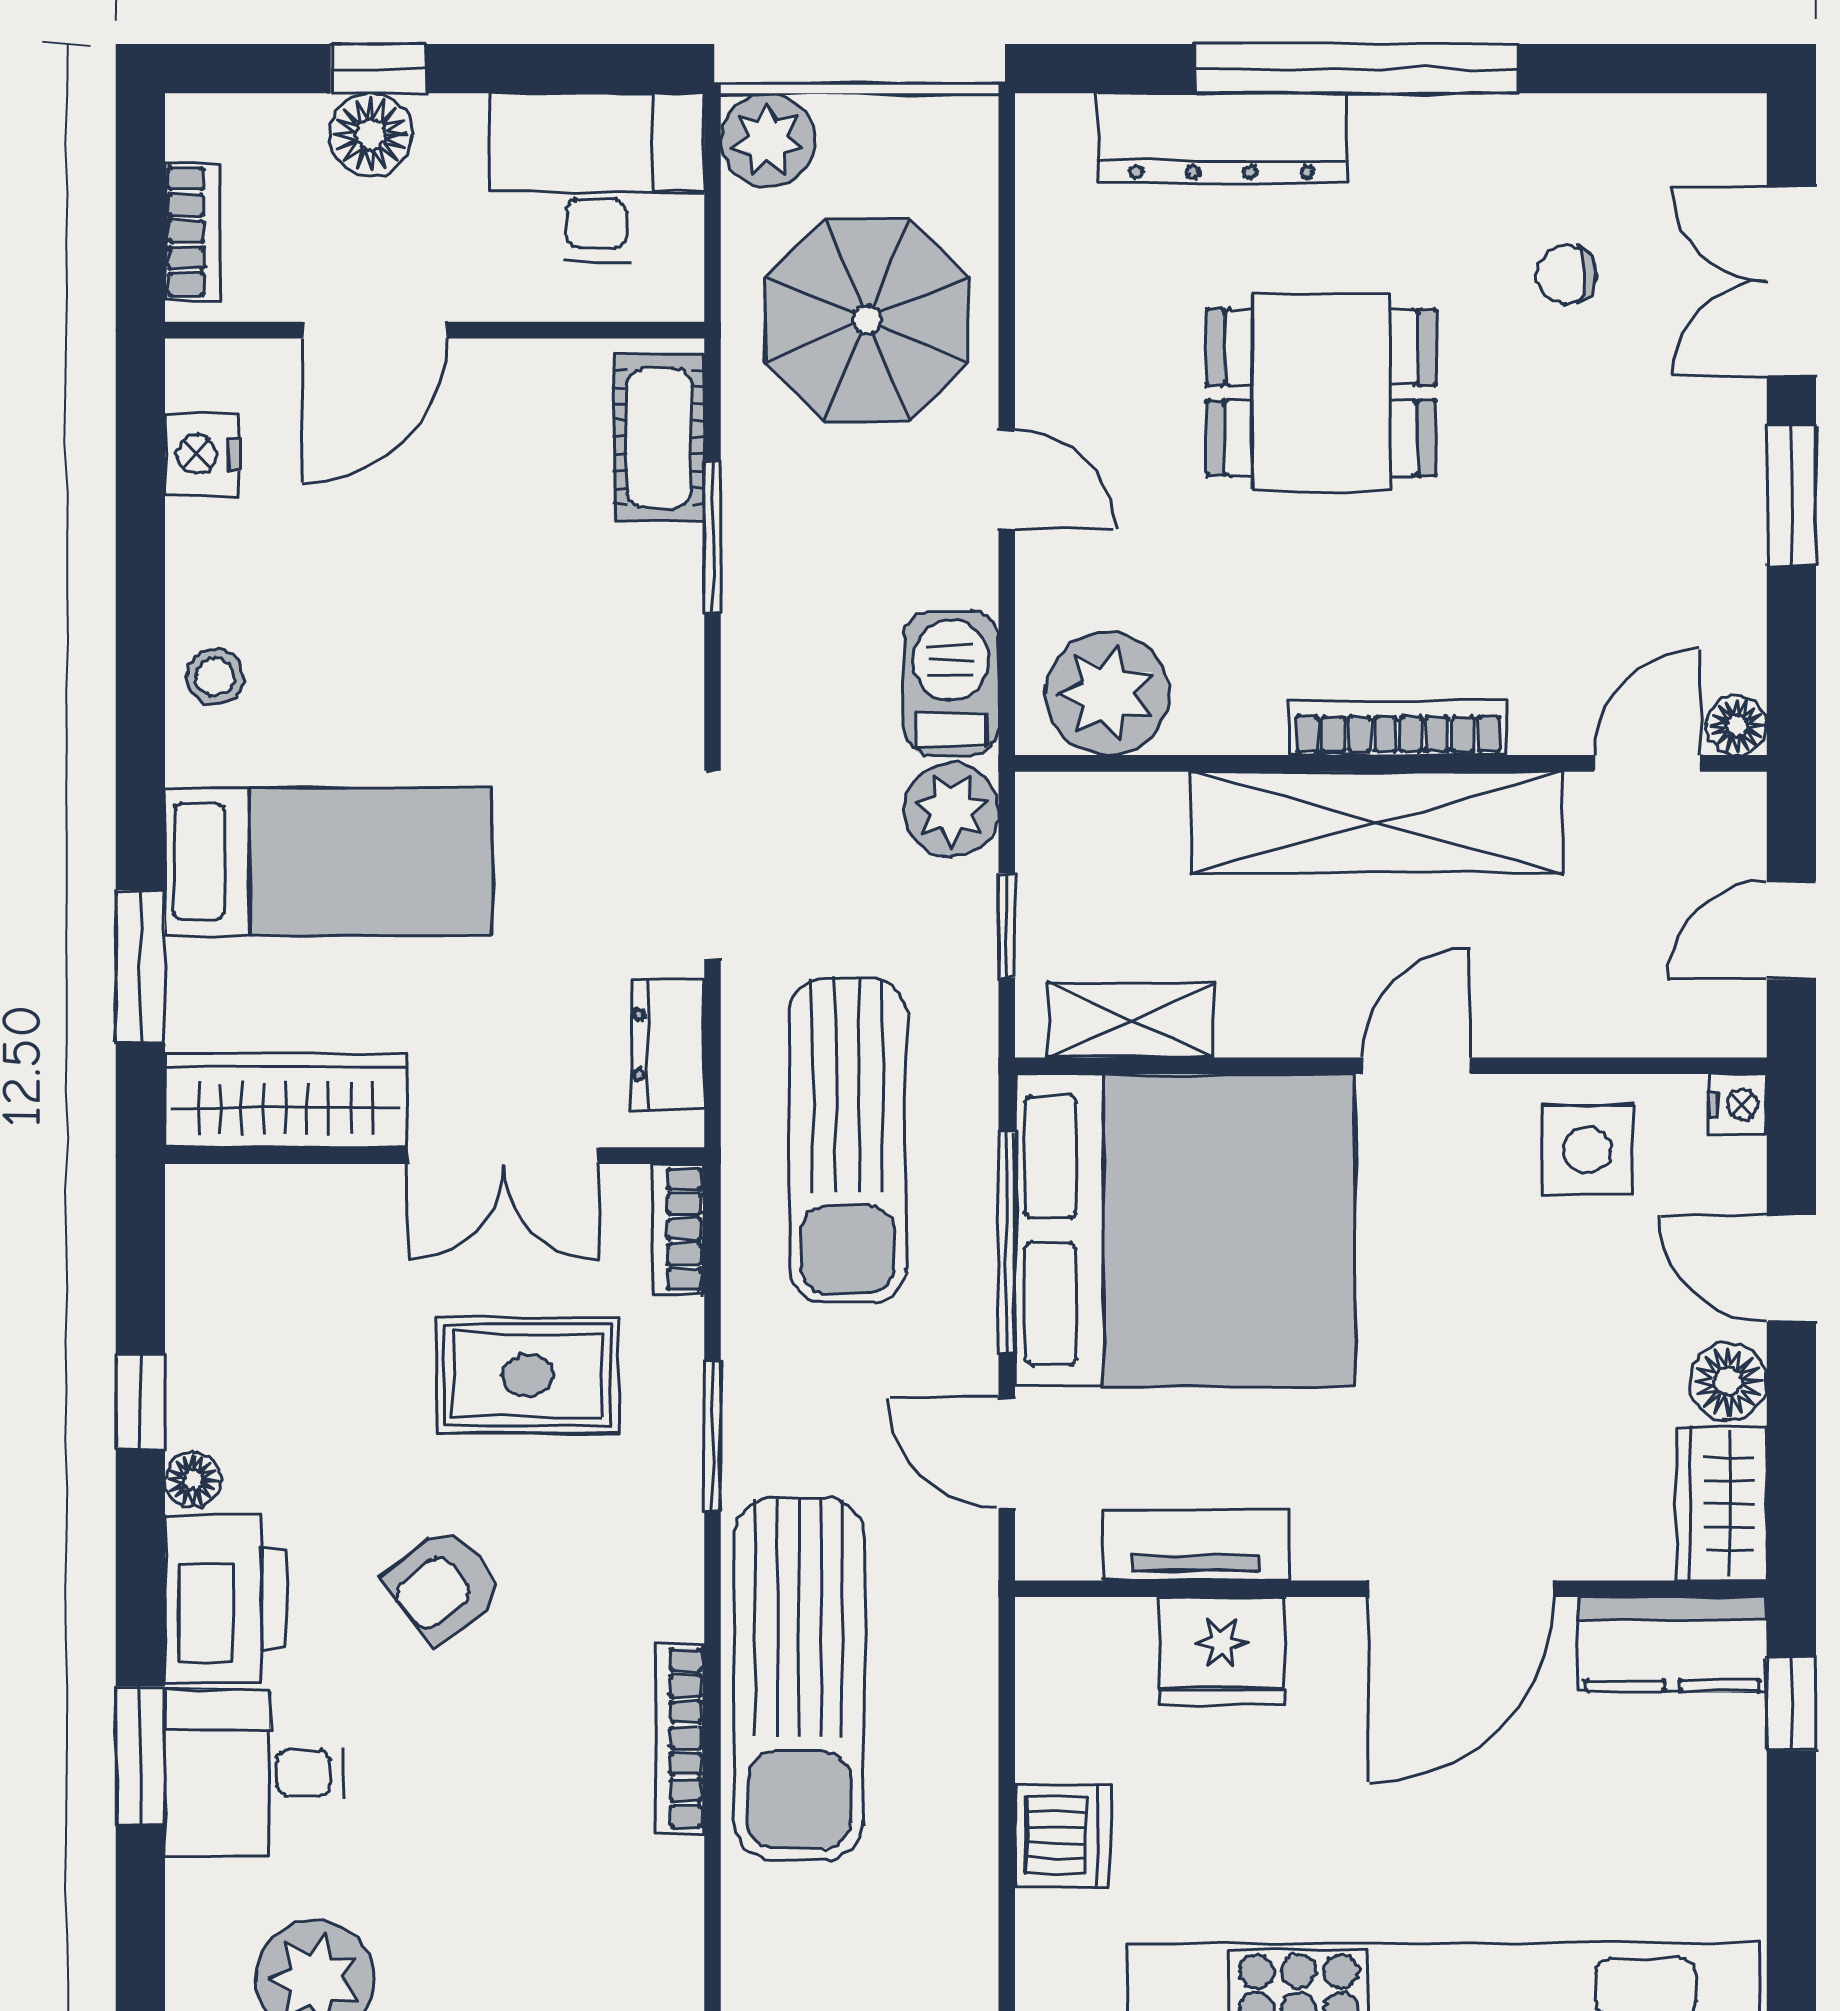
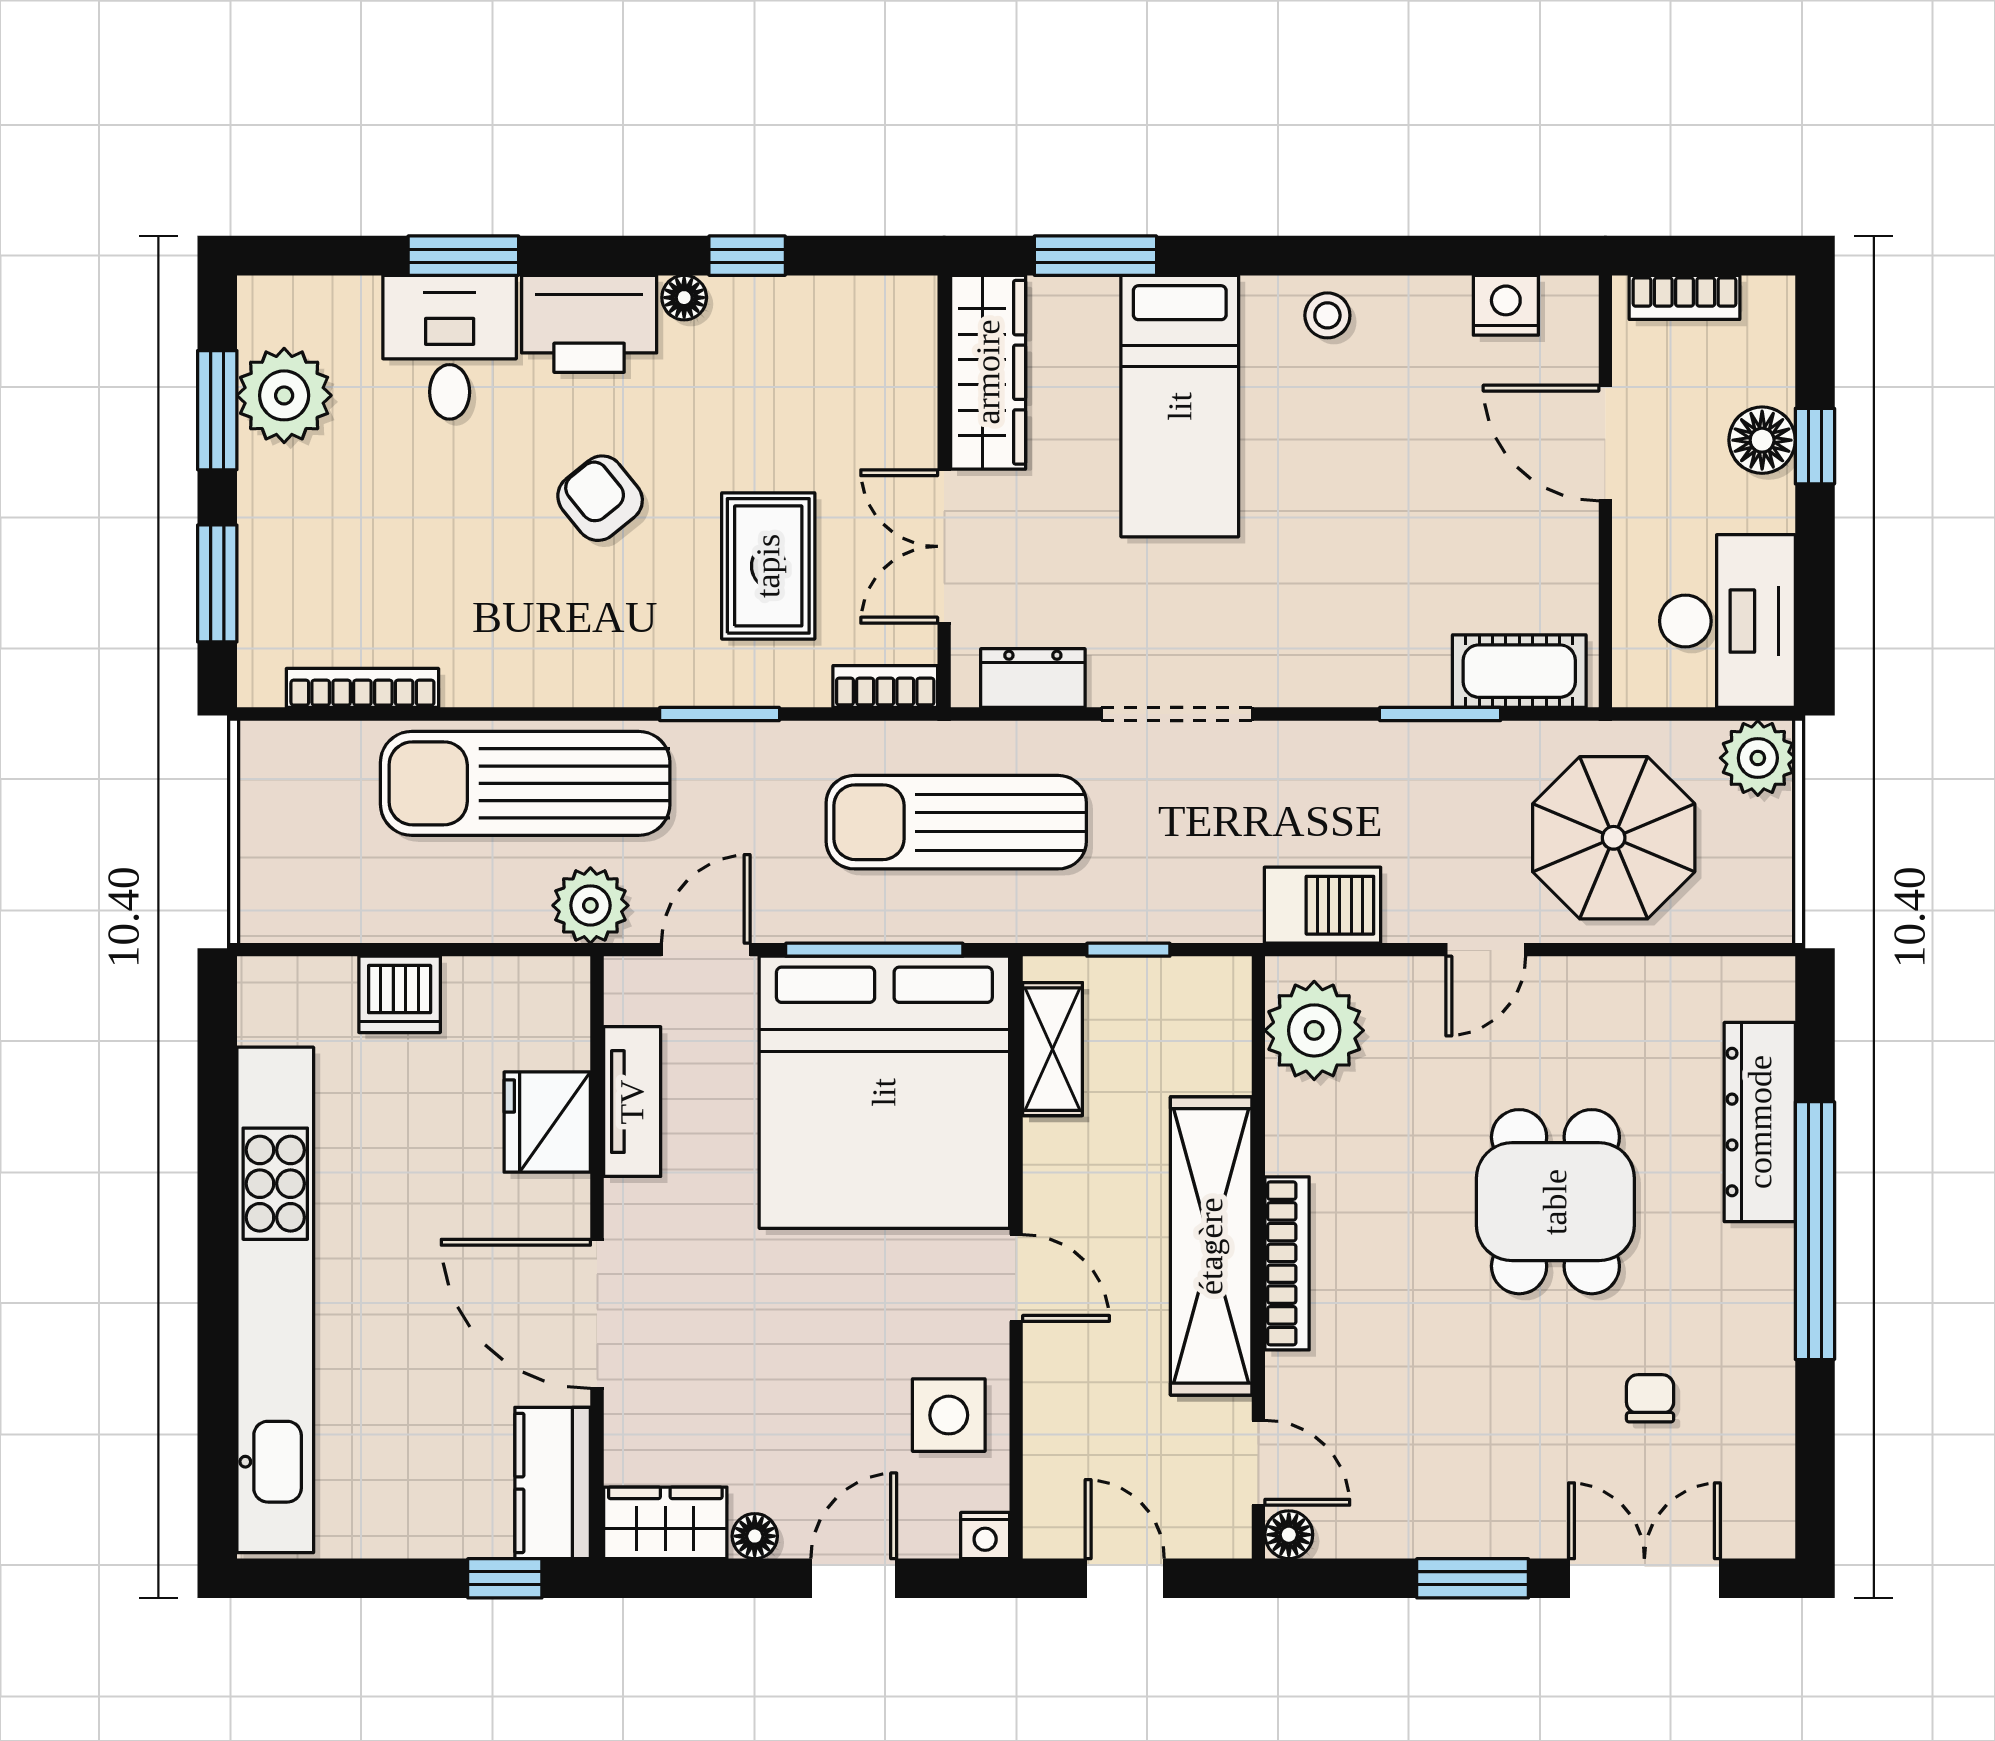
plant: (951, 810) -> (590, 905), moved
floor lamp: (1728, 1381) -> (755, 1536), width x0.73, depth x0.73
bookcase: (680, 1738) -> (362, 688), moved

